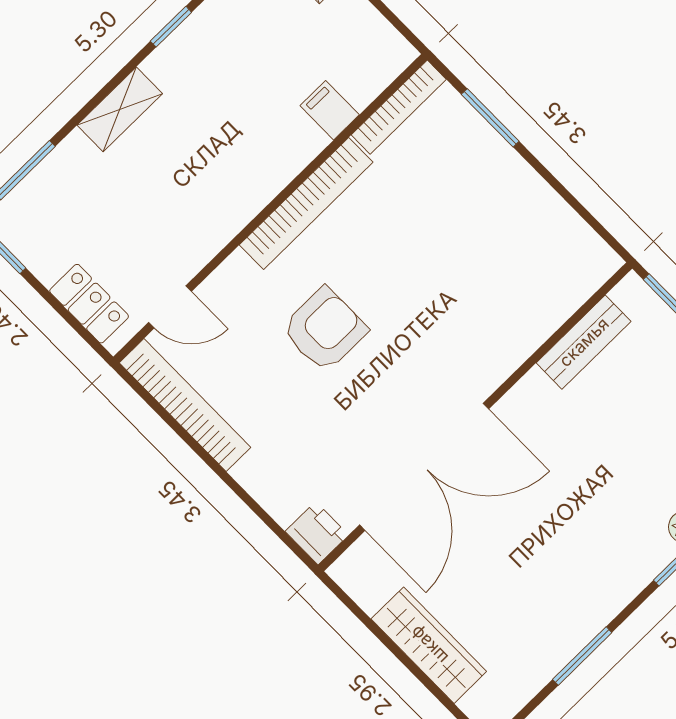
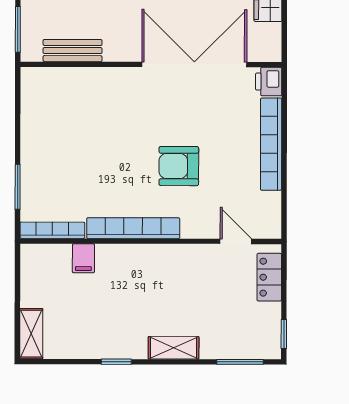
bookcase: (185, 405) -> (271, 144), moved

